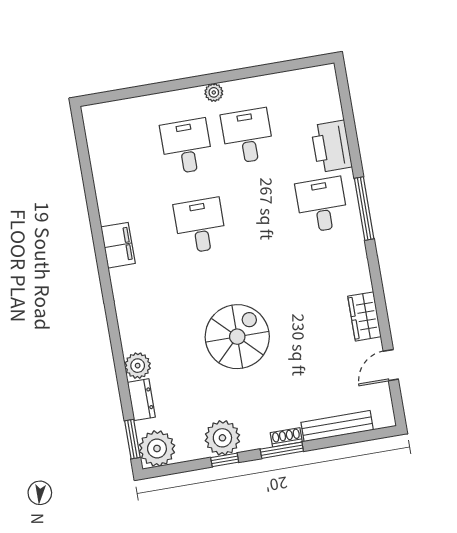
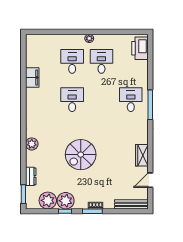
printer: (331, 146) -> (140, 48), moved
filing cabinet: (118, 245) -> (32, 77), moved
spiral stairs: (237, 337) -> (81, 155), turned 180
plant: (138, 366) -> (32, 144), moved
bench: (337, 426) -> (131, 204), moved
plant: (157, 449) -> (48, 200), moved

